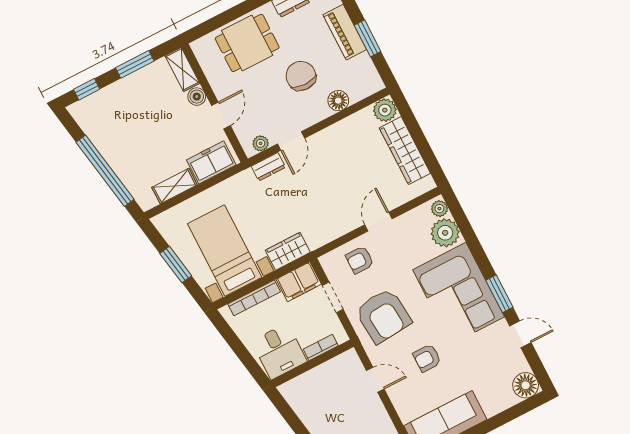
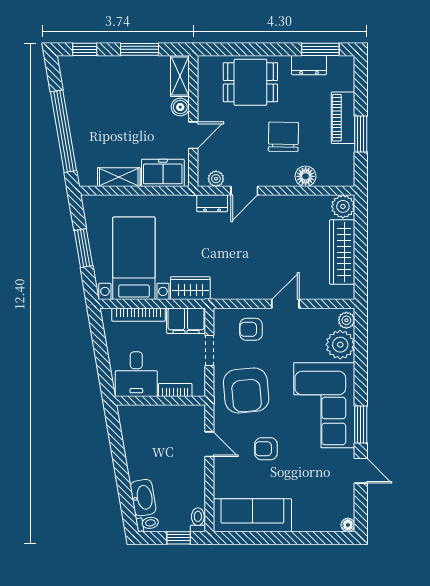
floor lamp: (526, 385) -> (348, 525), width x0.53, depth x0.53

